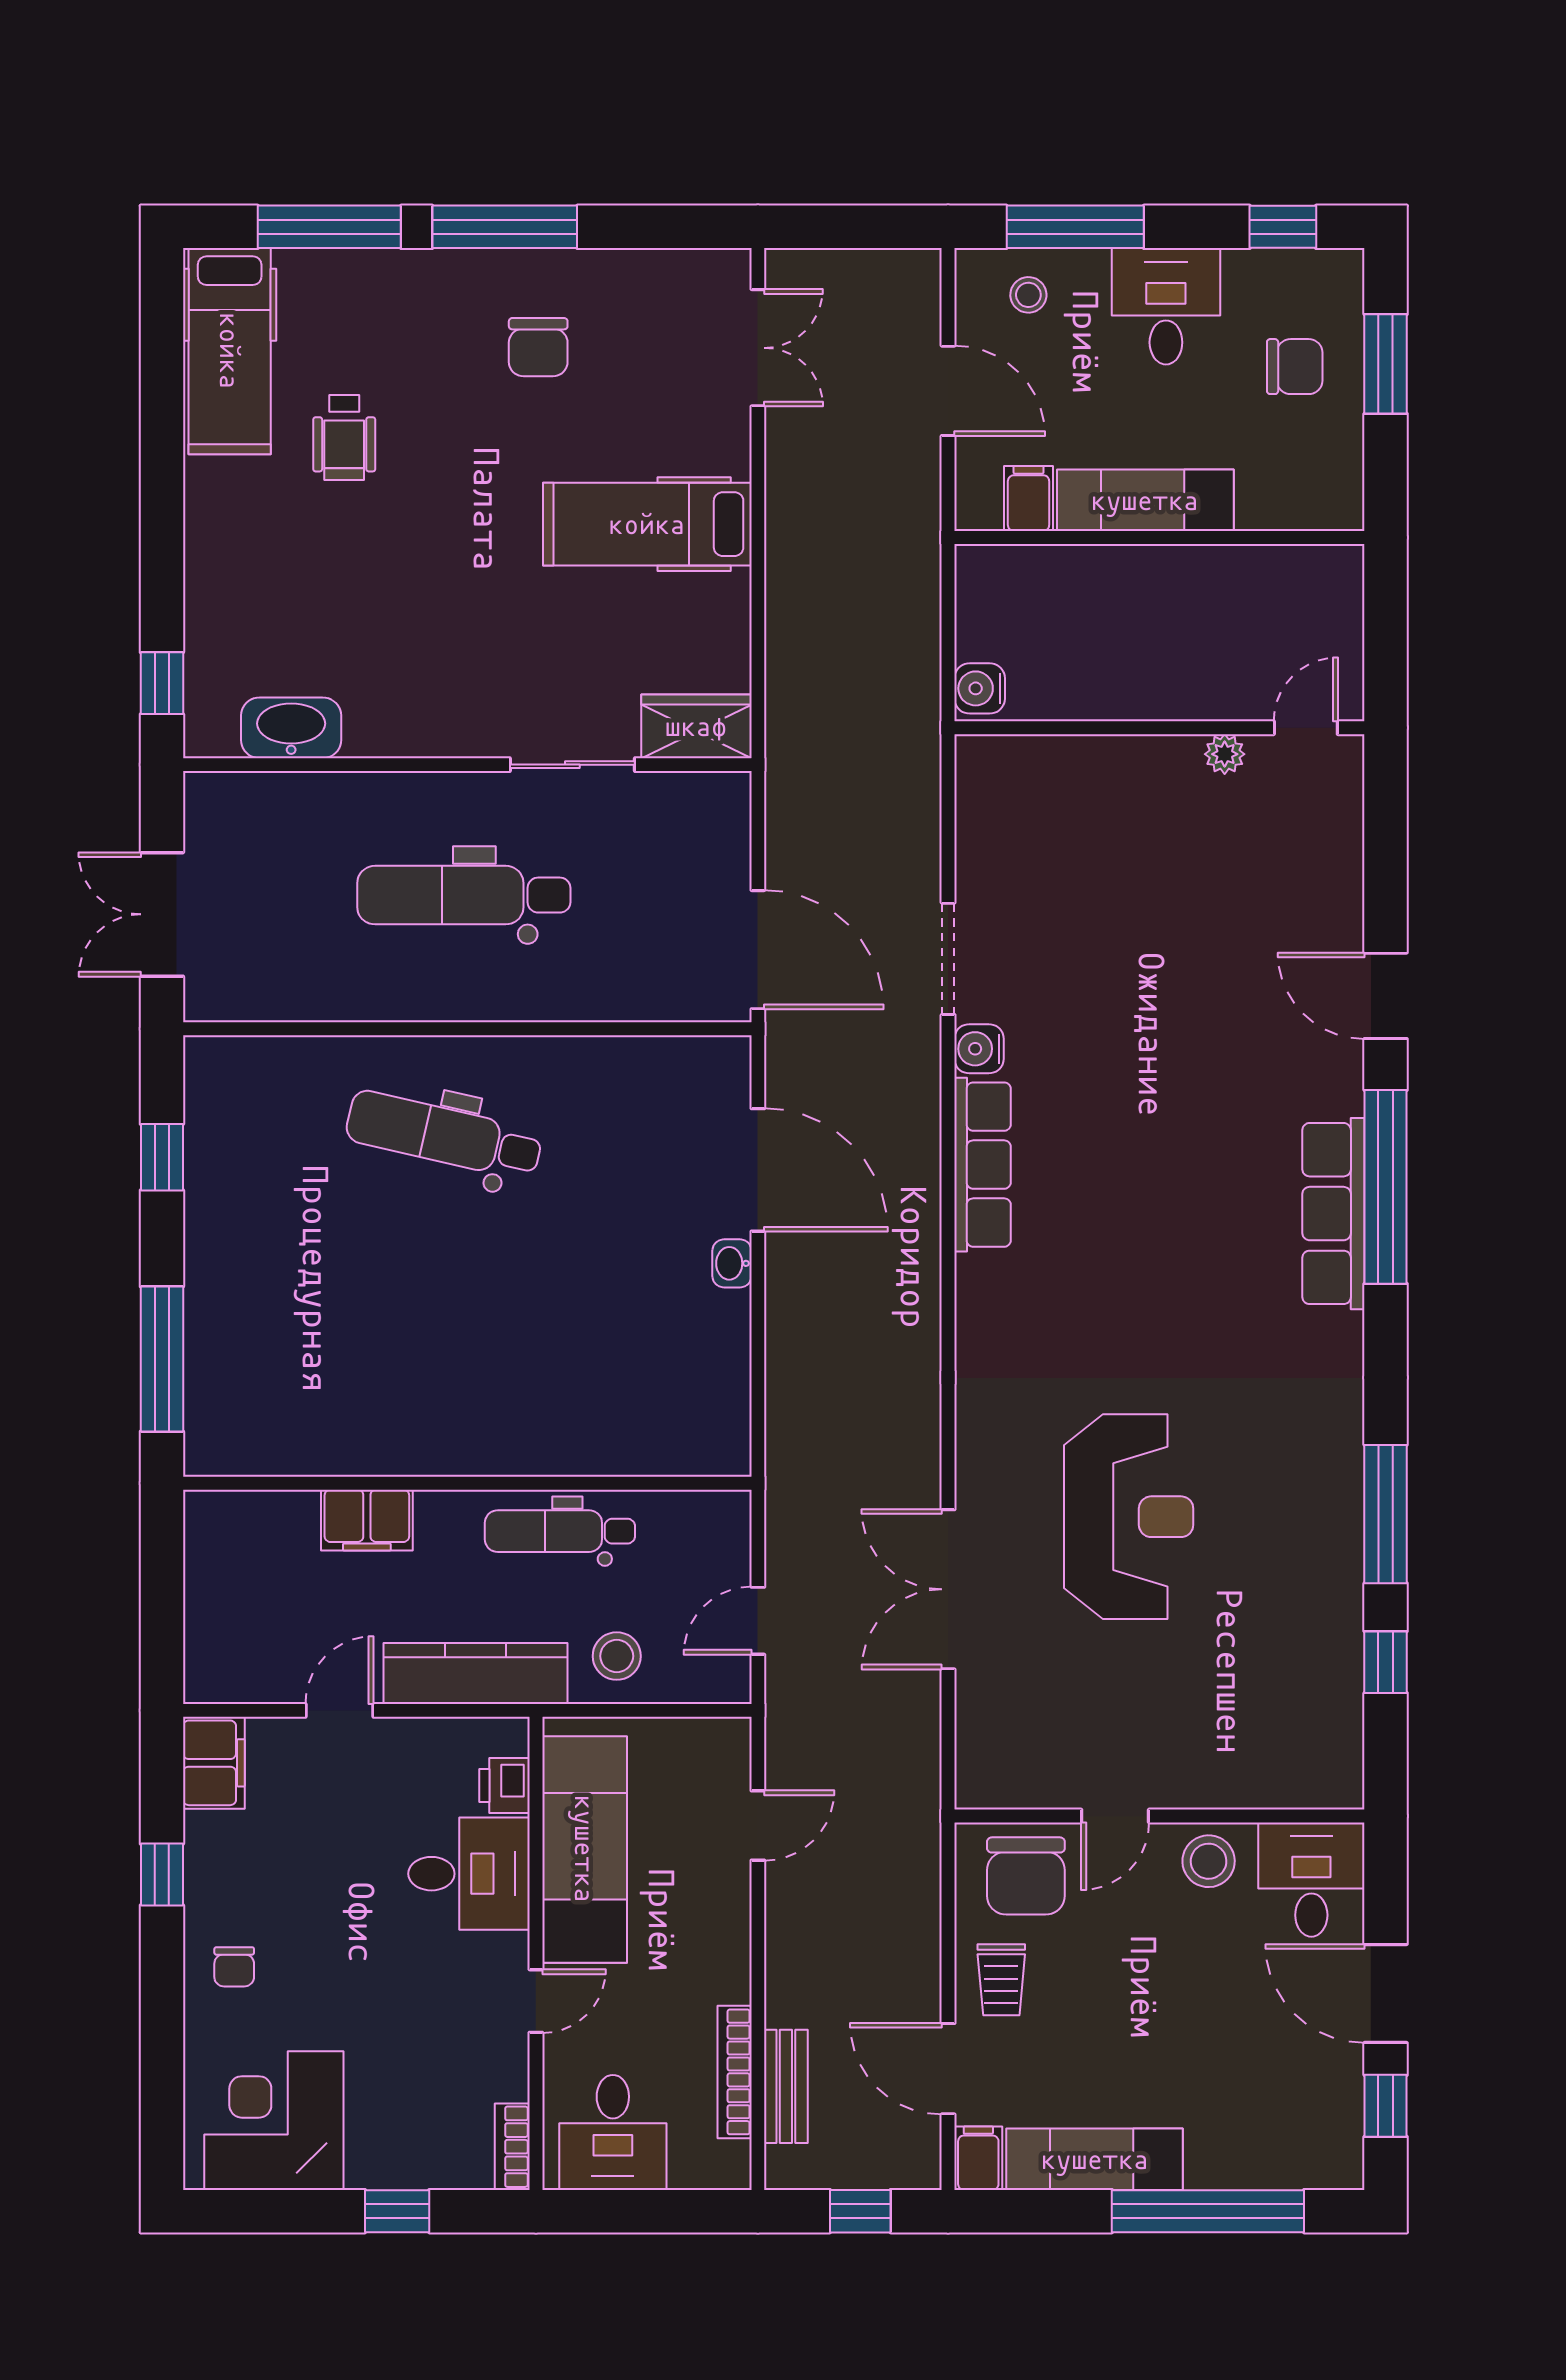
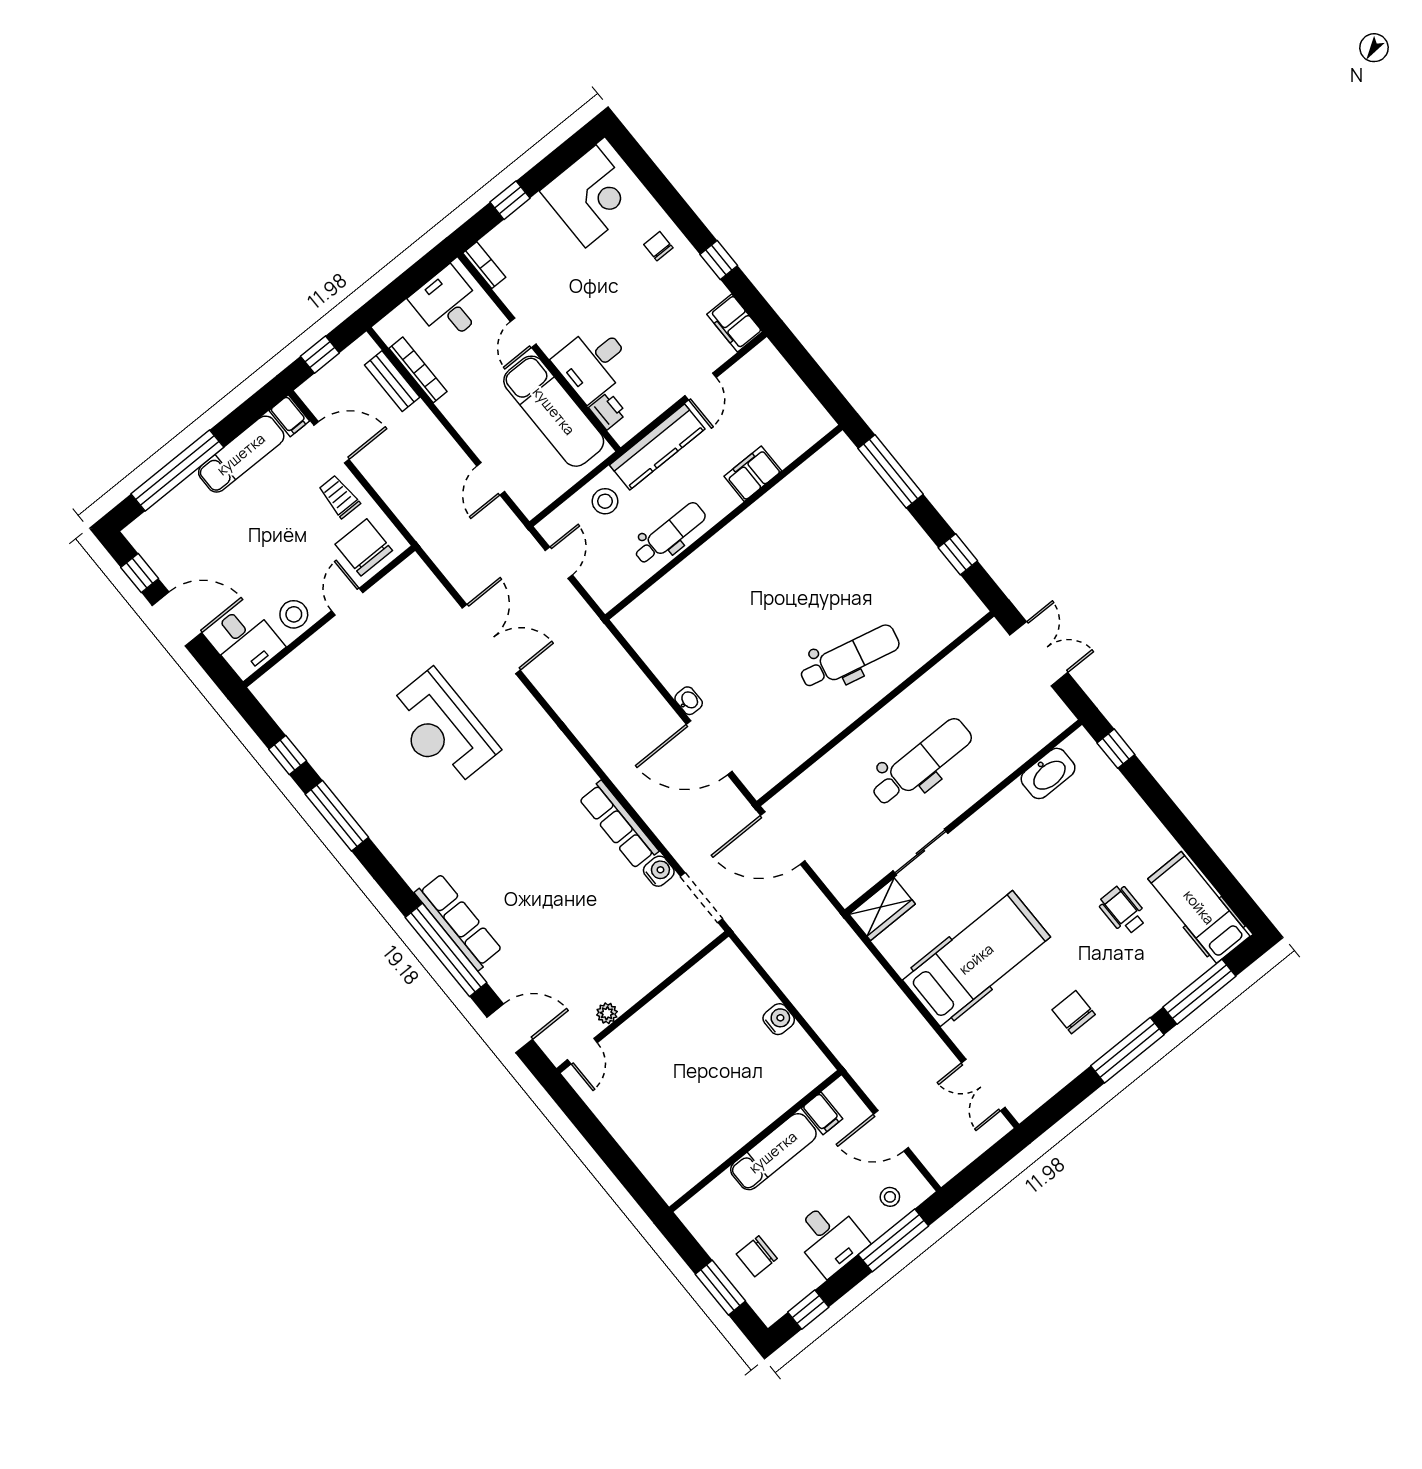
hospital bed: (647, 524) -> (976, 959), width x1.37, depth x1.29
wall: (1159, 728) -> (643, 1002), moved
door: (1306, 728) -> (582, 1051), moved
plant: (1225, 754) -> (607, 1013), moved

